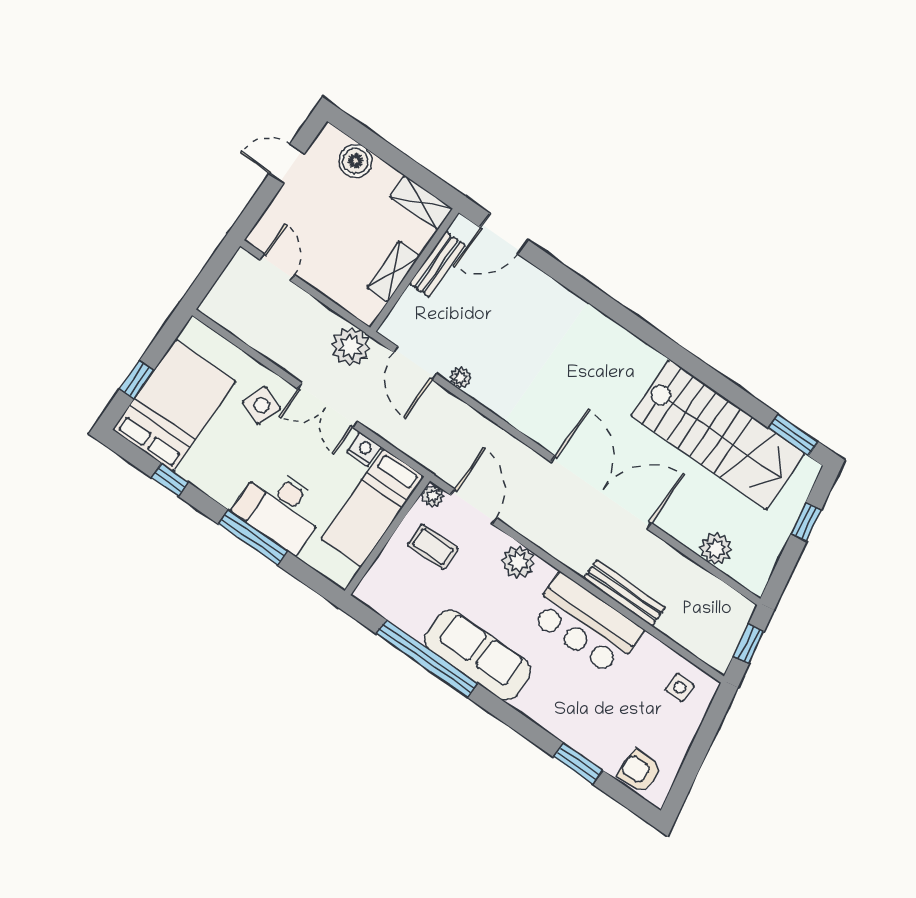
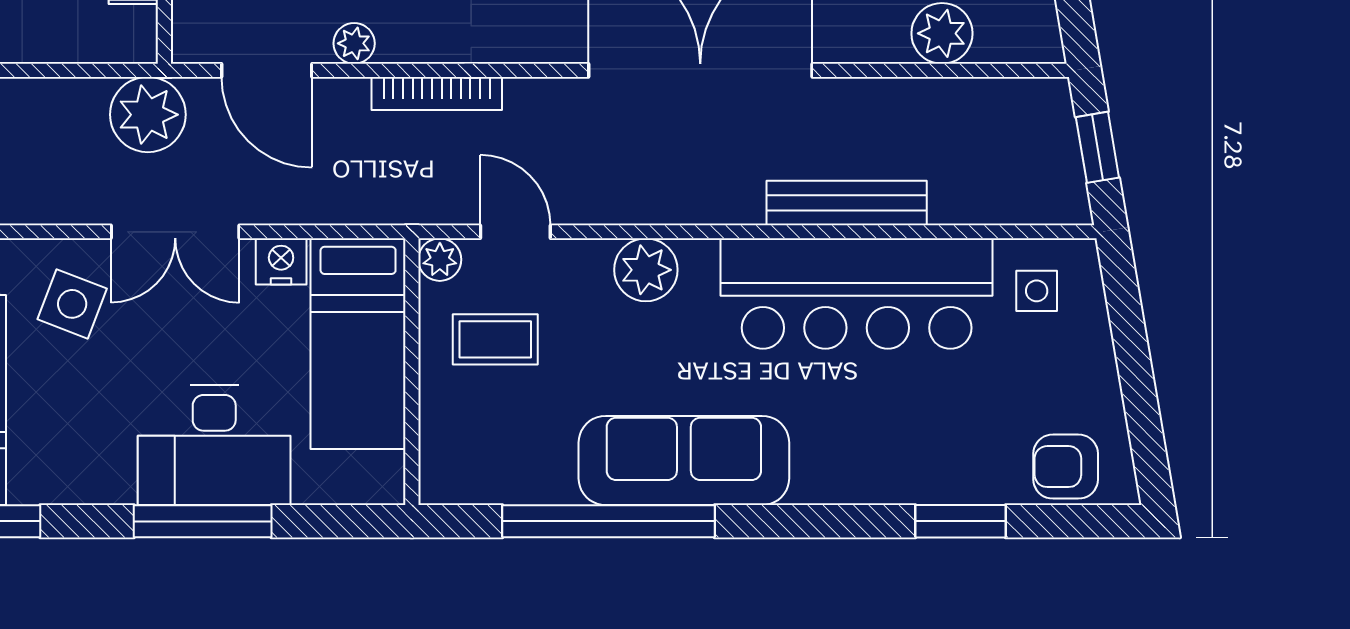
bookcase: (481, 424) -> (437, 93), added
door: (473, 507) -> (515, 232), width x0.73
bar counter: (586, 624) -> (857, 294), width x1.36

